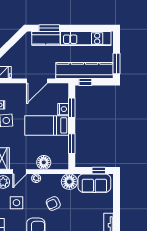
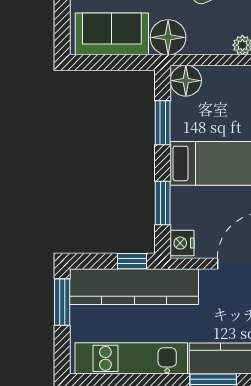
nightstand: (63, 109) -> (182, 243), moved
floor lamp: (44, 162) -> (186, 81), moved
window: (99, 170) -> (102, 63), removed

